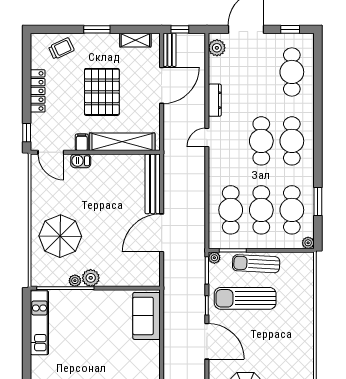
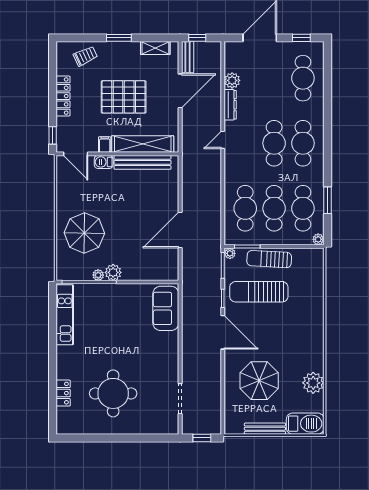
plant: (217, 48) -> (232, 80), moved
pallet: (102, 92) -> (124, 97), turned 90
bench: (153, 184) -> (143, 162), moved, turned 90

